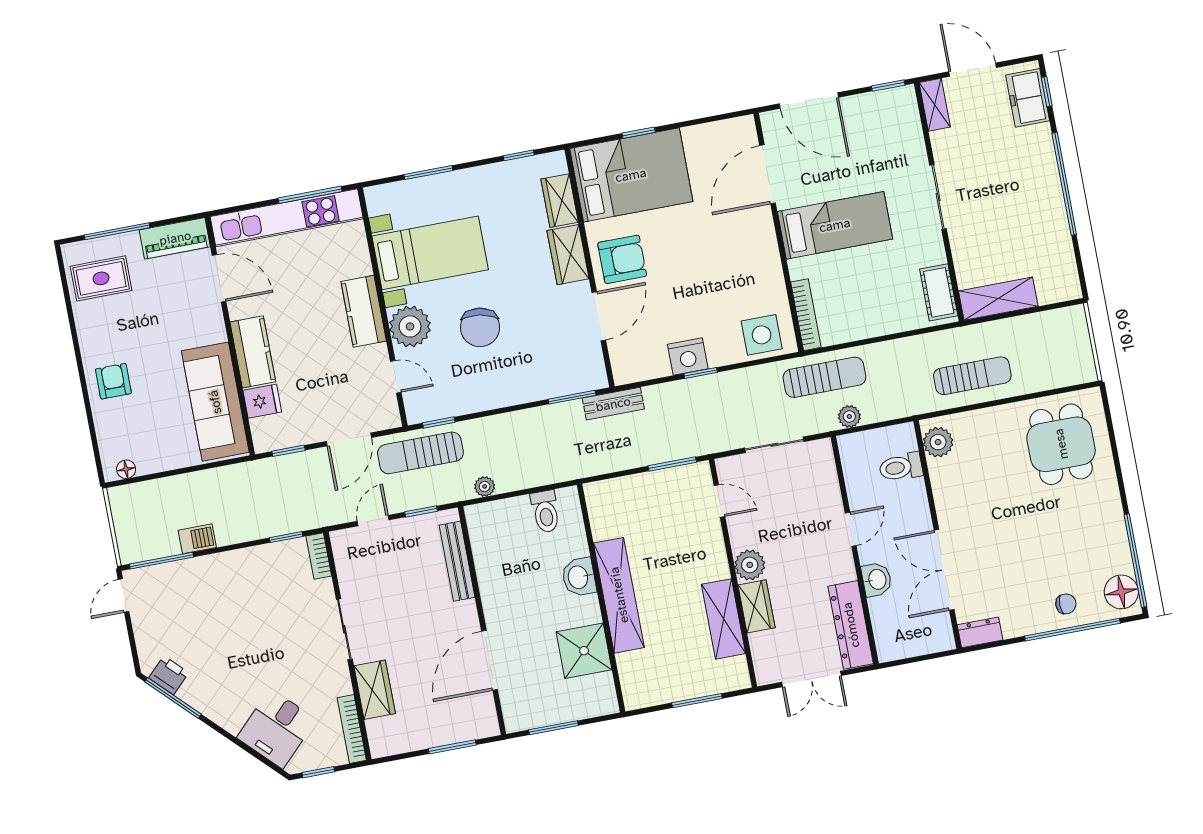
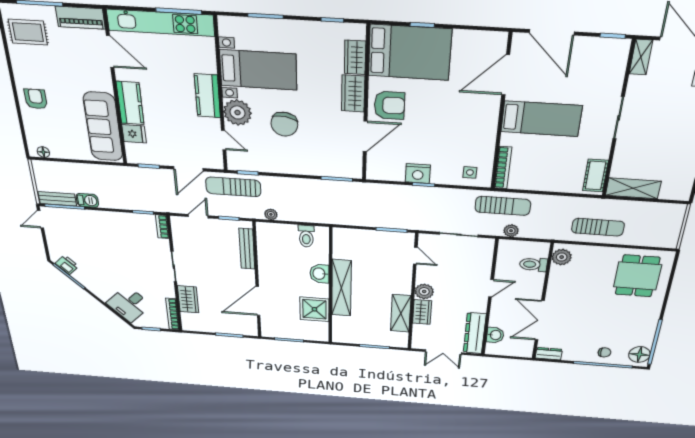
side table: (762, 335) -> (470, 172), width x0.54, depth x0.54
bench: (613, 404) -> (57, 199), moved
washbasin: (877, 579) -> (495, 335), moved

